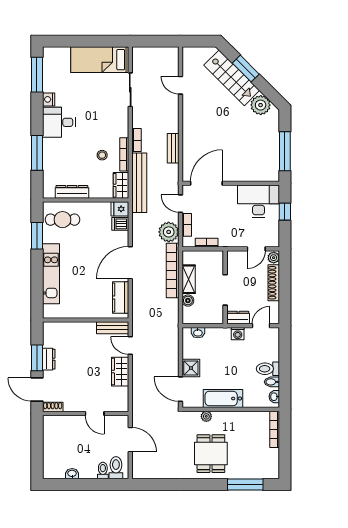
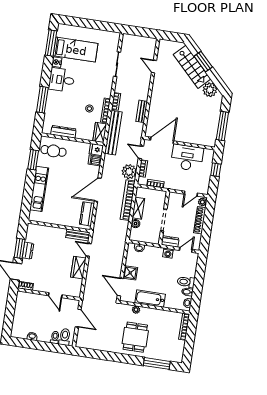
bed: (100, 60) -> (76, 50), moved, turned 180
desk: (259, 201) -> (187, 158), moved

